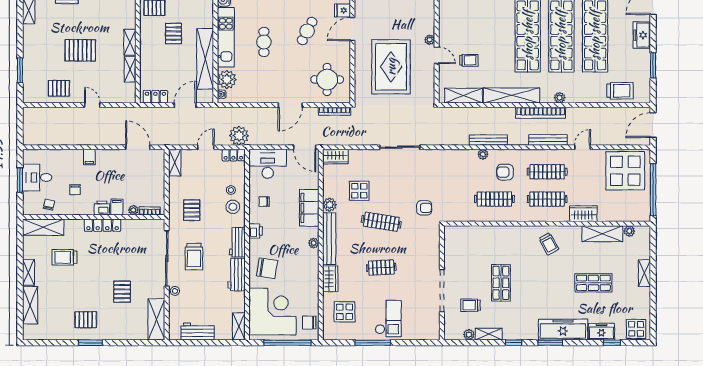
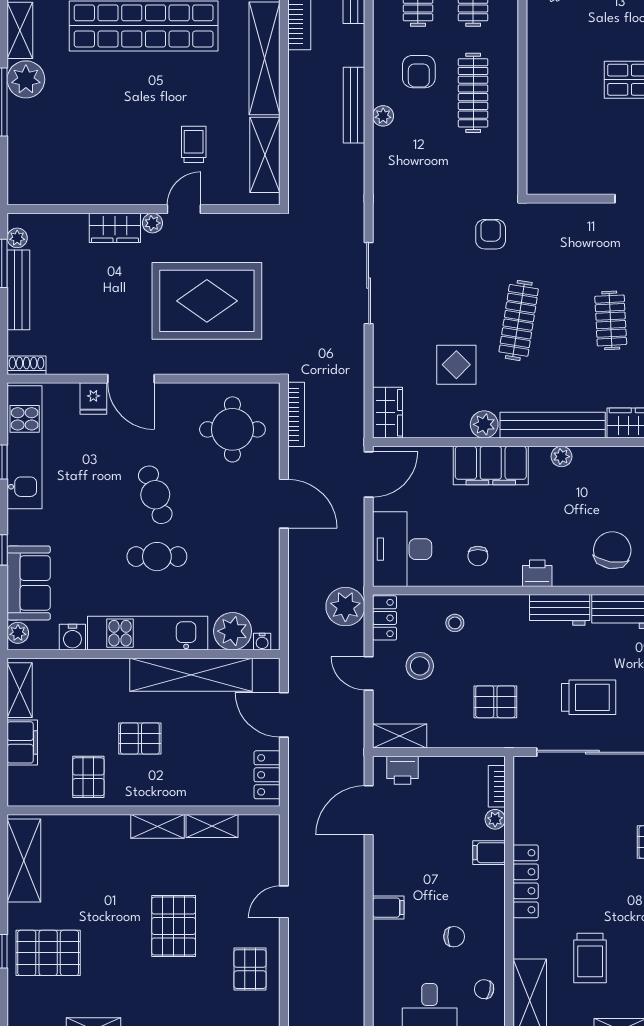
wardrobe: (427, 21) -> (115, 228), added
cafe table: (307, 31) -> (155, 495), moved, turned 43
stool: (233, 207) -> (420, 666), moved
printer: (102, 208) -> (403, 770), moved, turned -90

